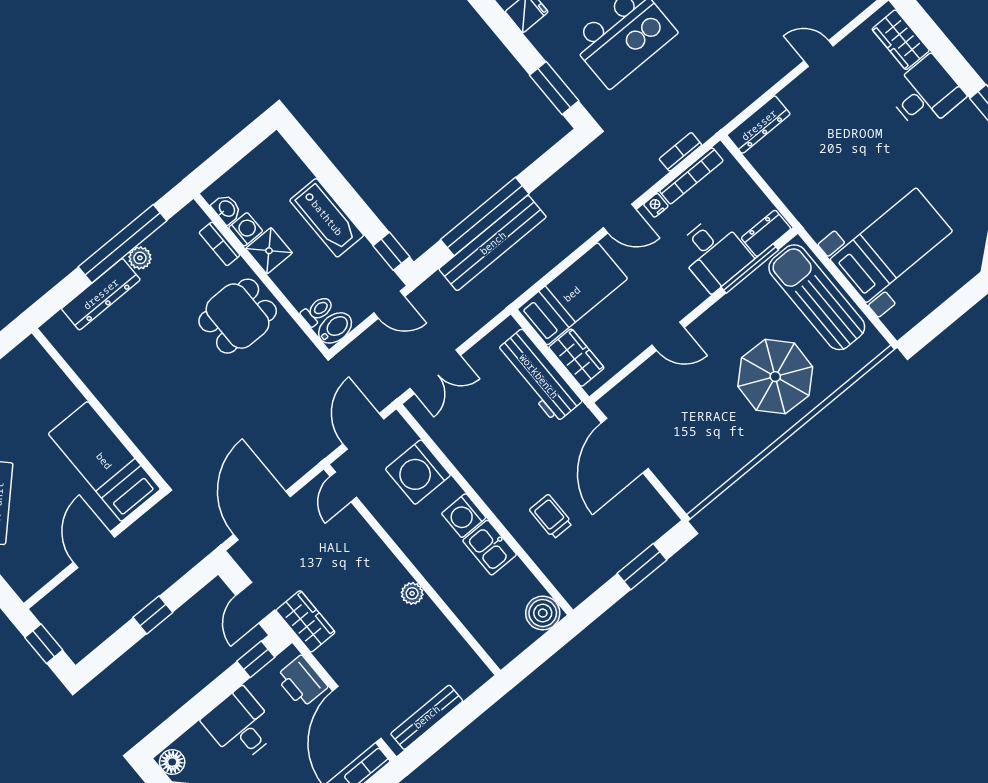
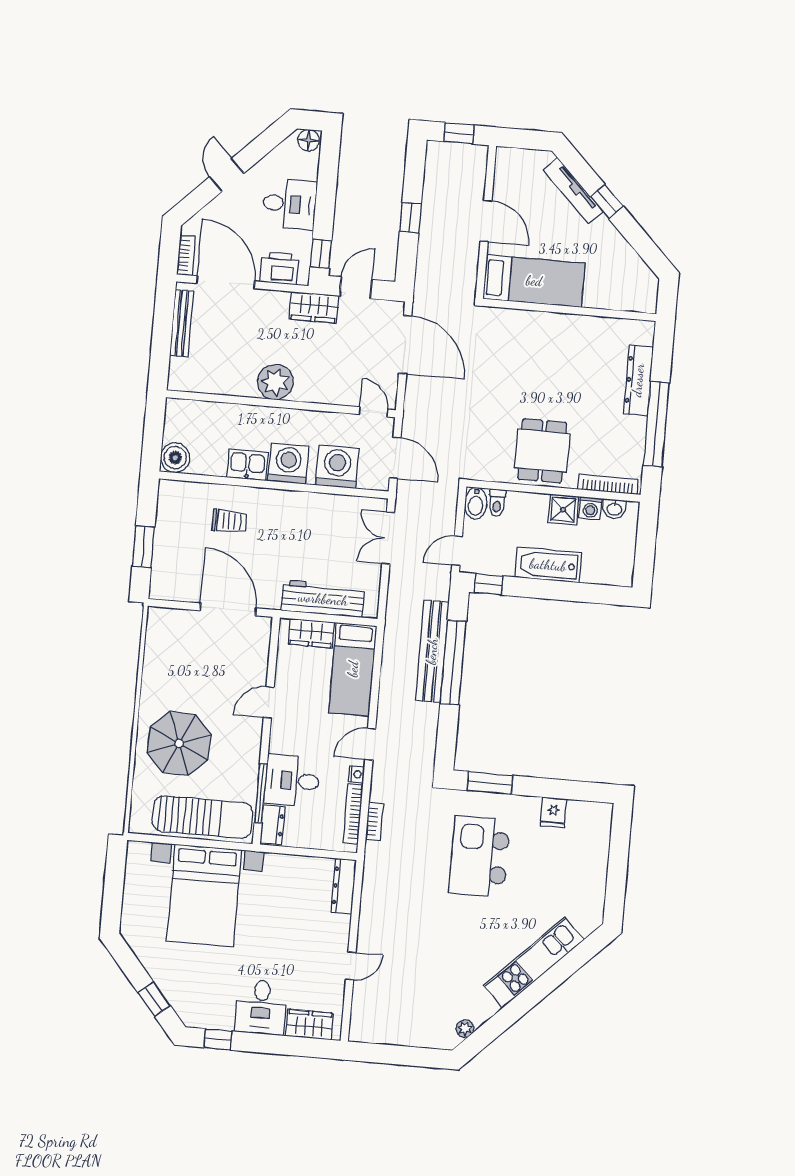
bookcase: (220, 244) -> (608, 484), width x1.56
bed with nightstands: (891, 245) -> (204, 895), width x1.36
plant: (140, 258) -> (637, 426), removed
washing machine: (464, 516) -> (288, 464), width x1.37, depth x1.37
plant: (412, 593) -> (275, 382), width x1.87, depth x1.87
door: (255, 603) -> (356, 288), hinge flipped

